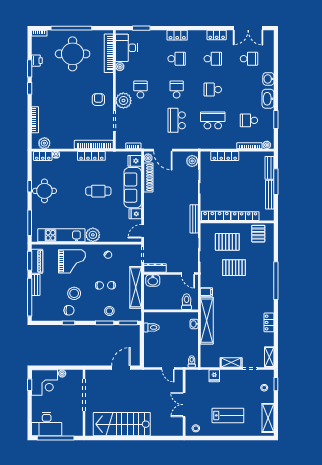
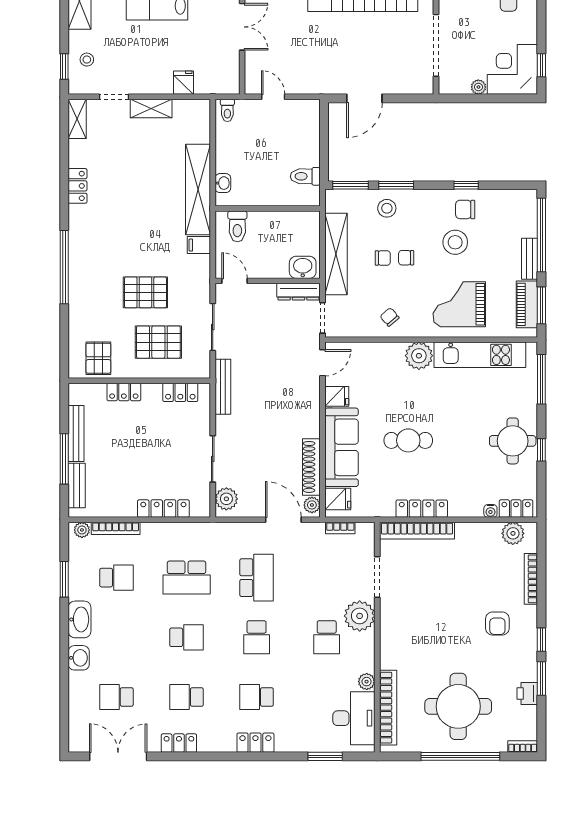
armchair: (98, 99) -> (497, 623), moved
locker: (216, 216) -> (180, 392), width x0.66
locker: (245, 216) -> (124, 392), width x0.66

